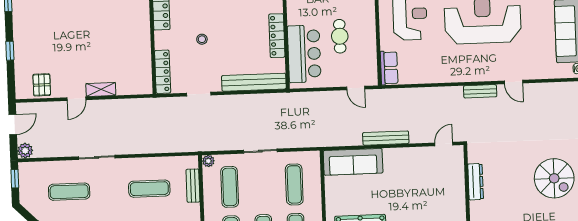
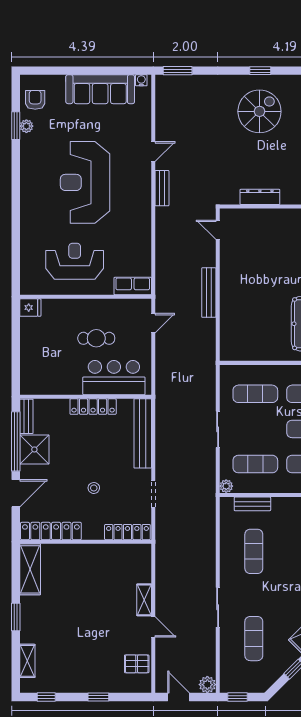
sofa: (353, 162) -> (233, 329), removed

